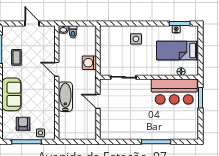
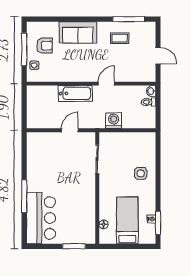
door: (32, 23) -> (158, 56), hinge flipped
bar counter: (174, 92) -> (41, 218), moved, turned 180

